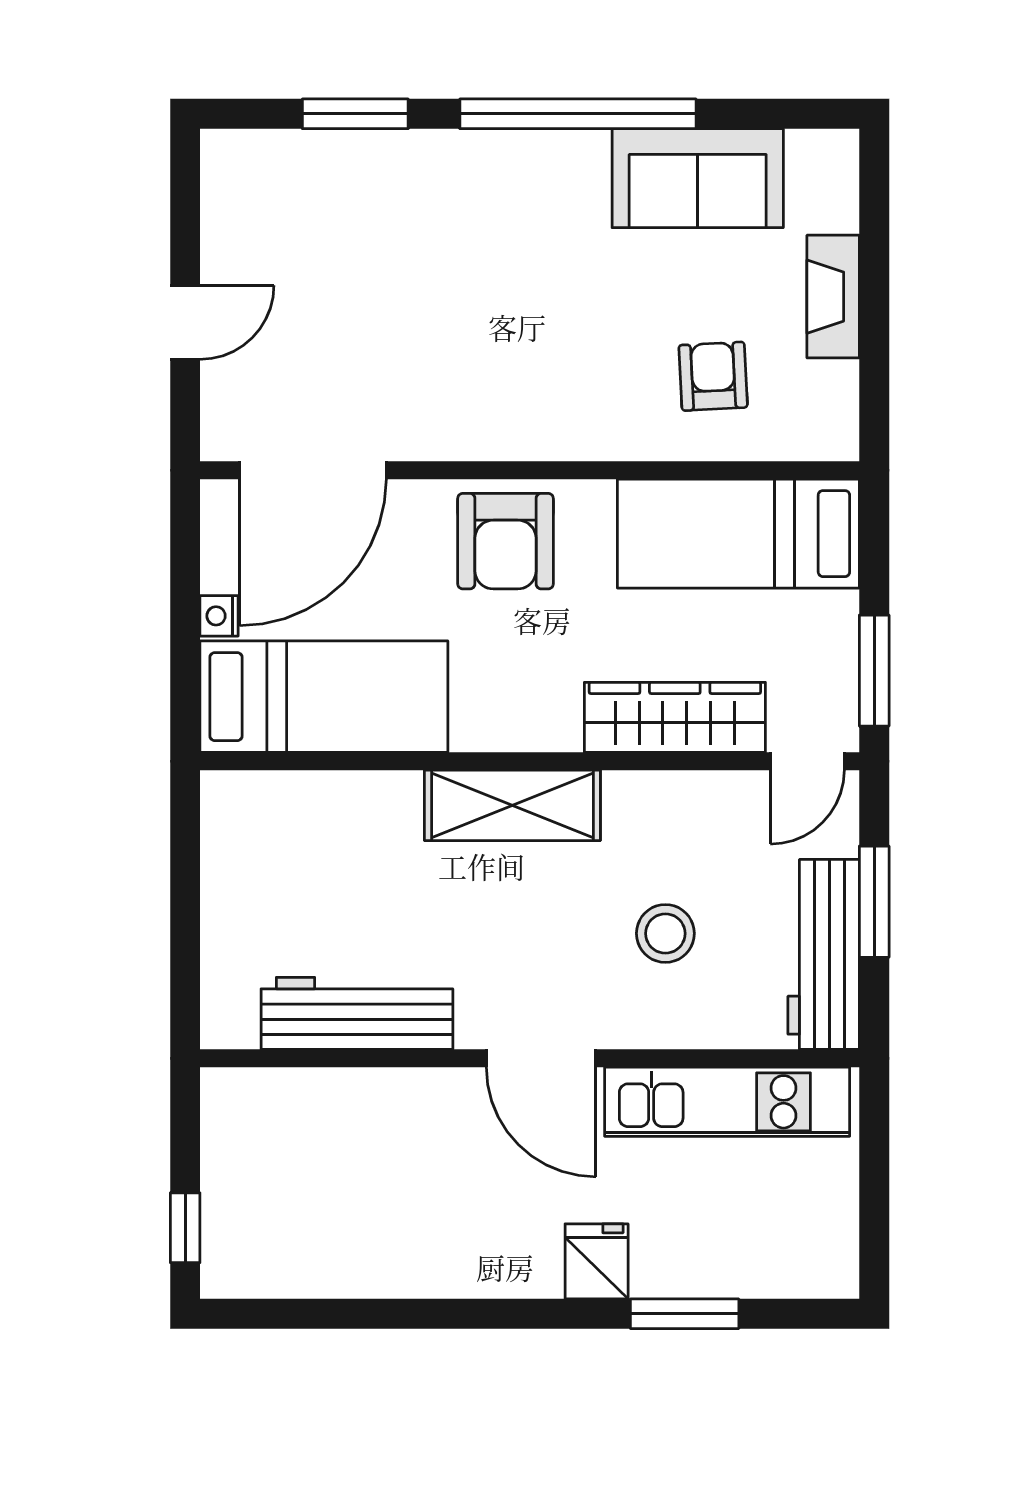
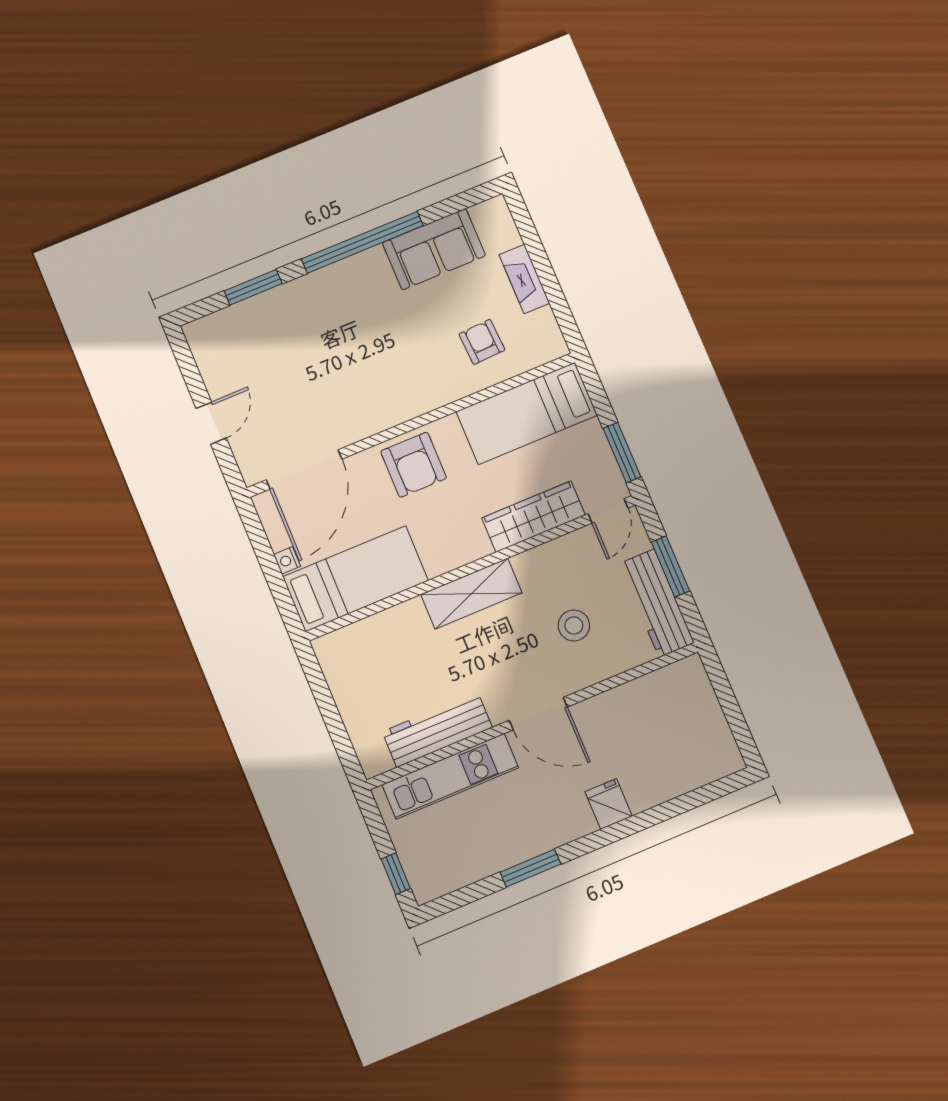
kitchen unit: (727, 1102) -> (450, 776), moved
window: (685, 1314) -> (530, 868), moved

